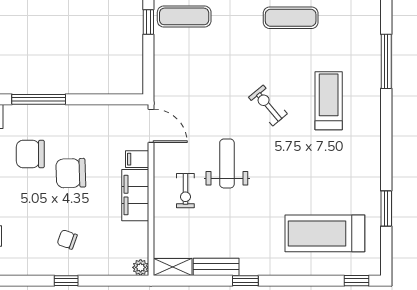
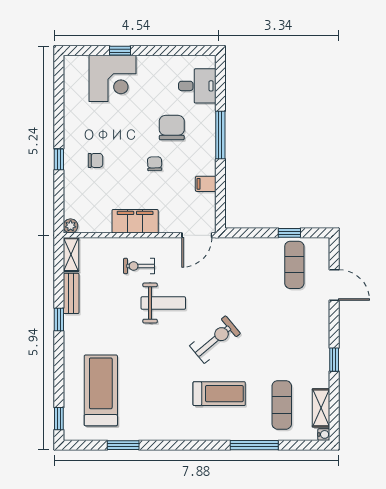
exercise mat: (291, 18) -> (282, 405), moved
exercise bike: (268, 105) -> (215, 340), width x1.38, depth x1.39
filing cabinet: (137, 159) -> (206, 184), moved, turned -90
chair: (71, 173) -> (155, 164), width x0.54, depth x0.54
chair: (67, 239) -> (95, 160), turned 70

